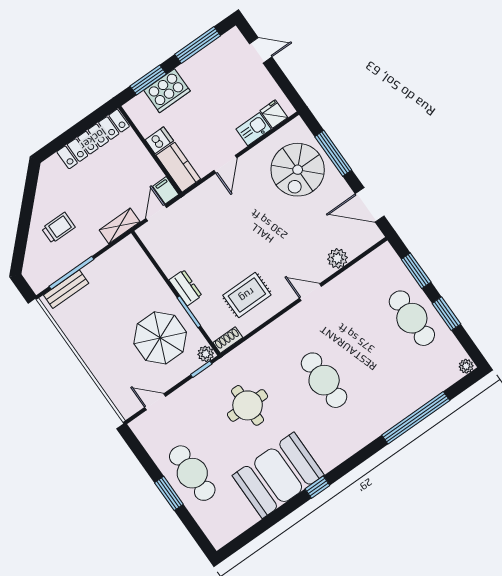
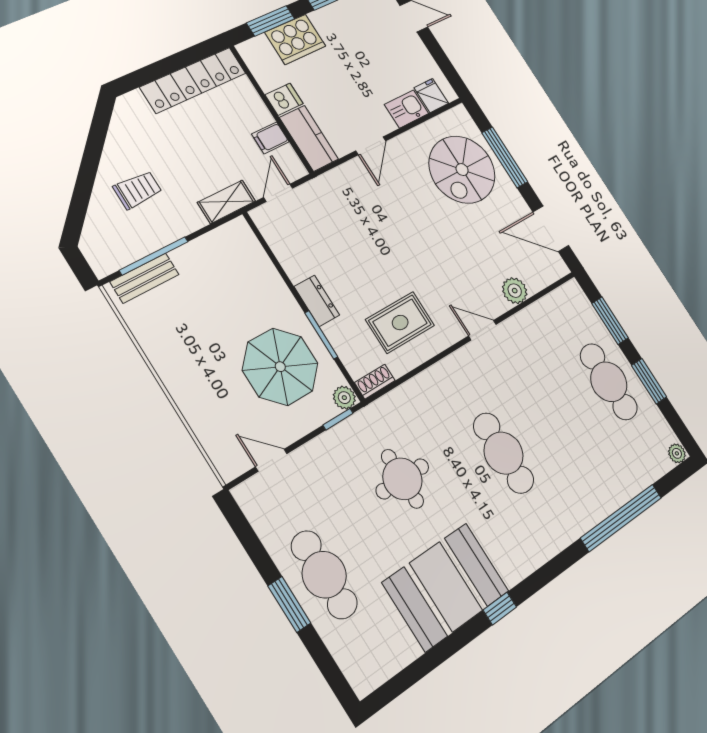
filing cabinet: (166, 190) -> (270, 138), moved, turned -90

